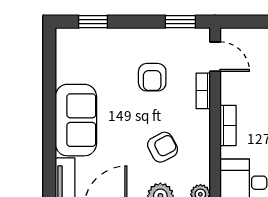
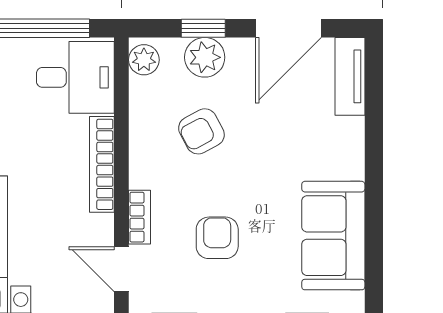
sofa: (76, 120) -> (333, 236), moved
bookcase: (228, 126) -> (102, 164), width x1.56

